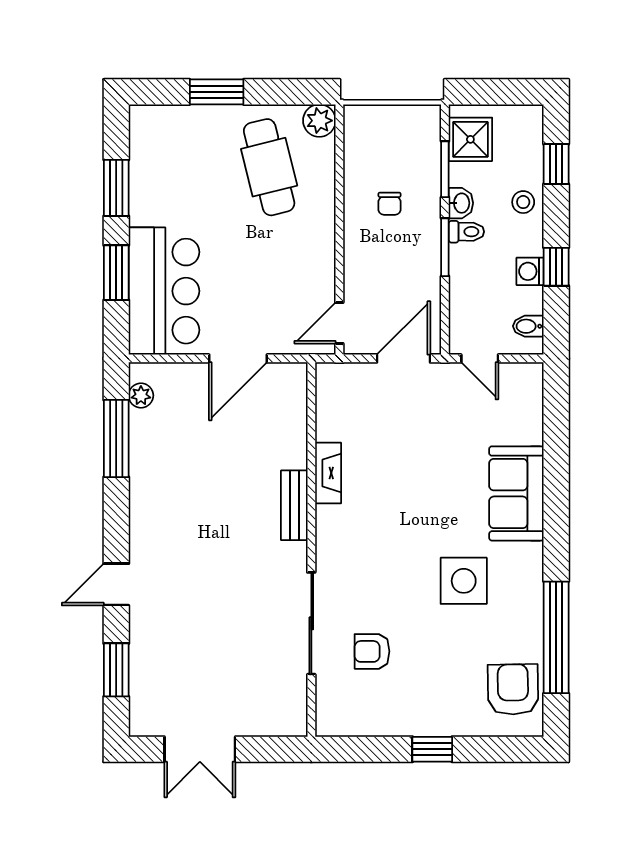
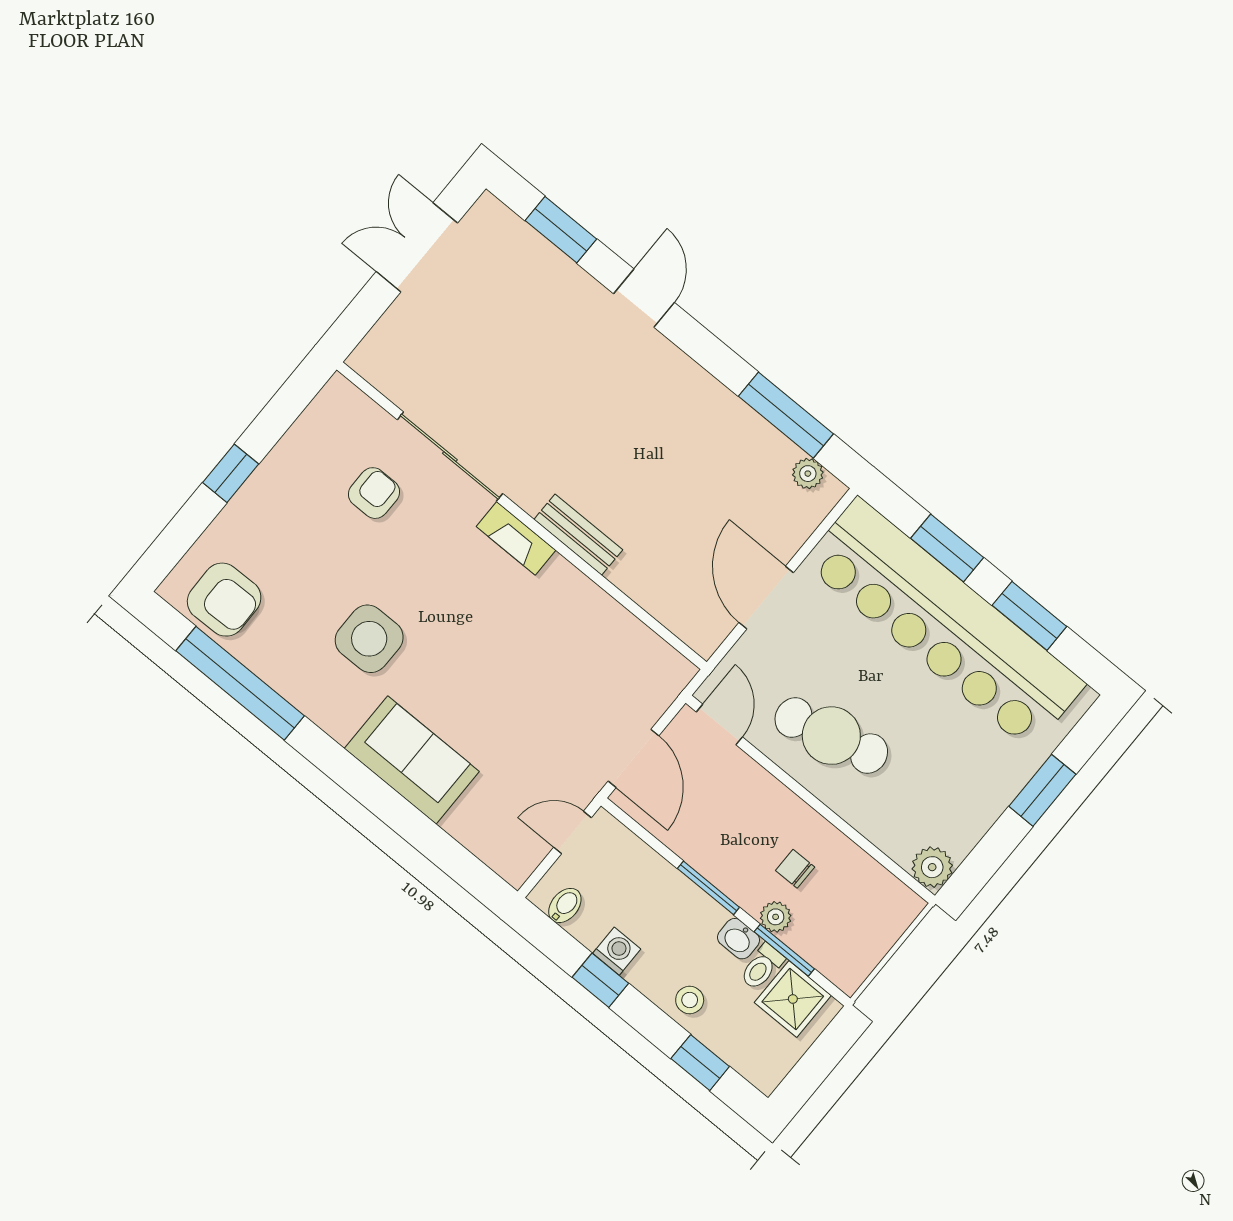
cafe table: (269, 167) -> (831, 736), moved
plant: (429, 191) -> (776, 917), added
toilet: (466, 232) -> (762, 967), moved
bar counter: (164, 291) -> (944, 623), width x1.86
fireplace: (328, 473) -> (516, 538), moved

